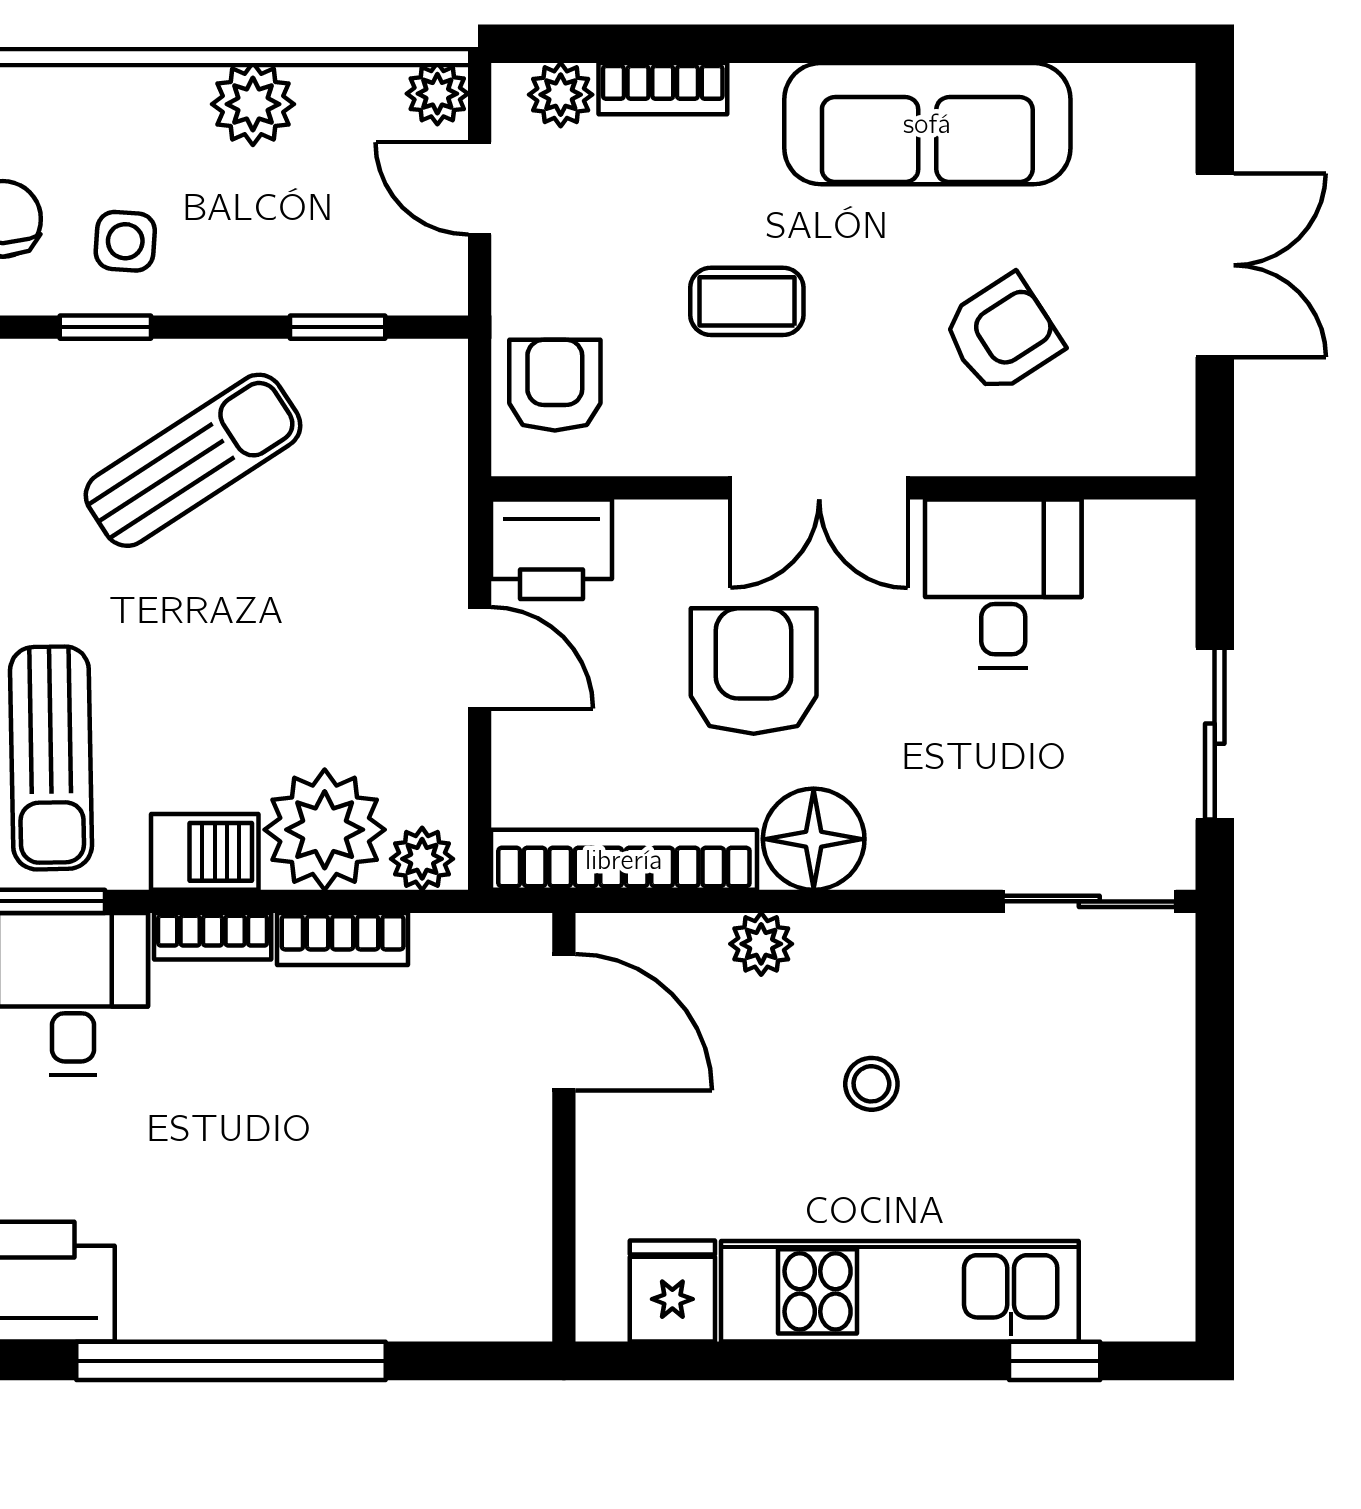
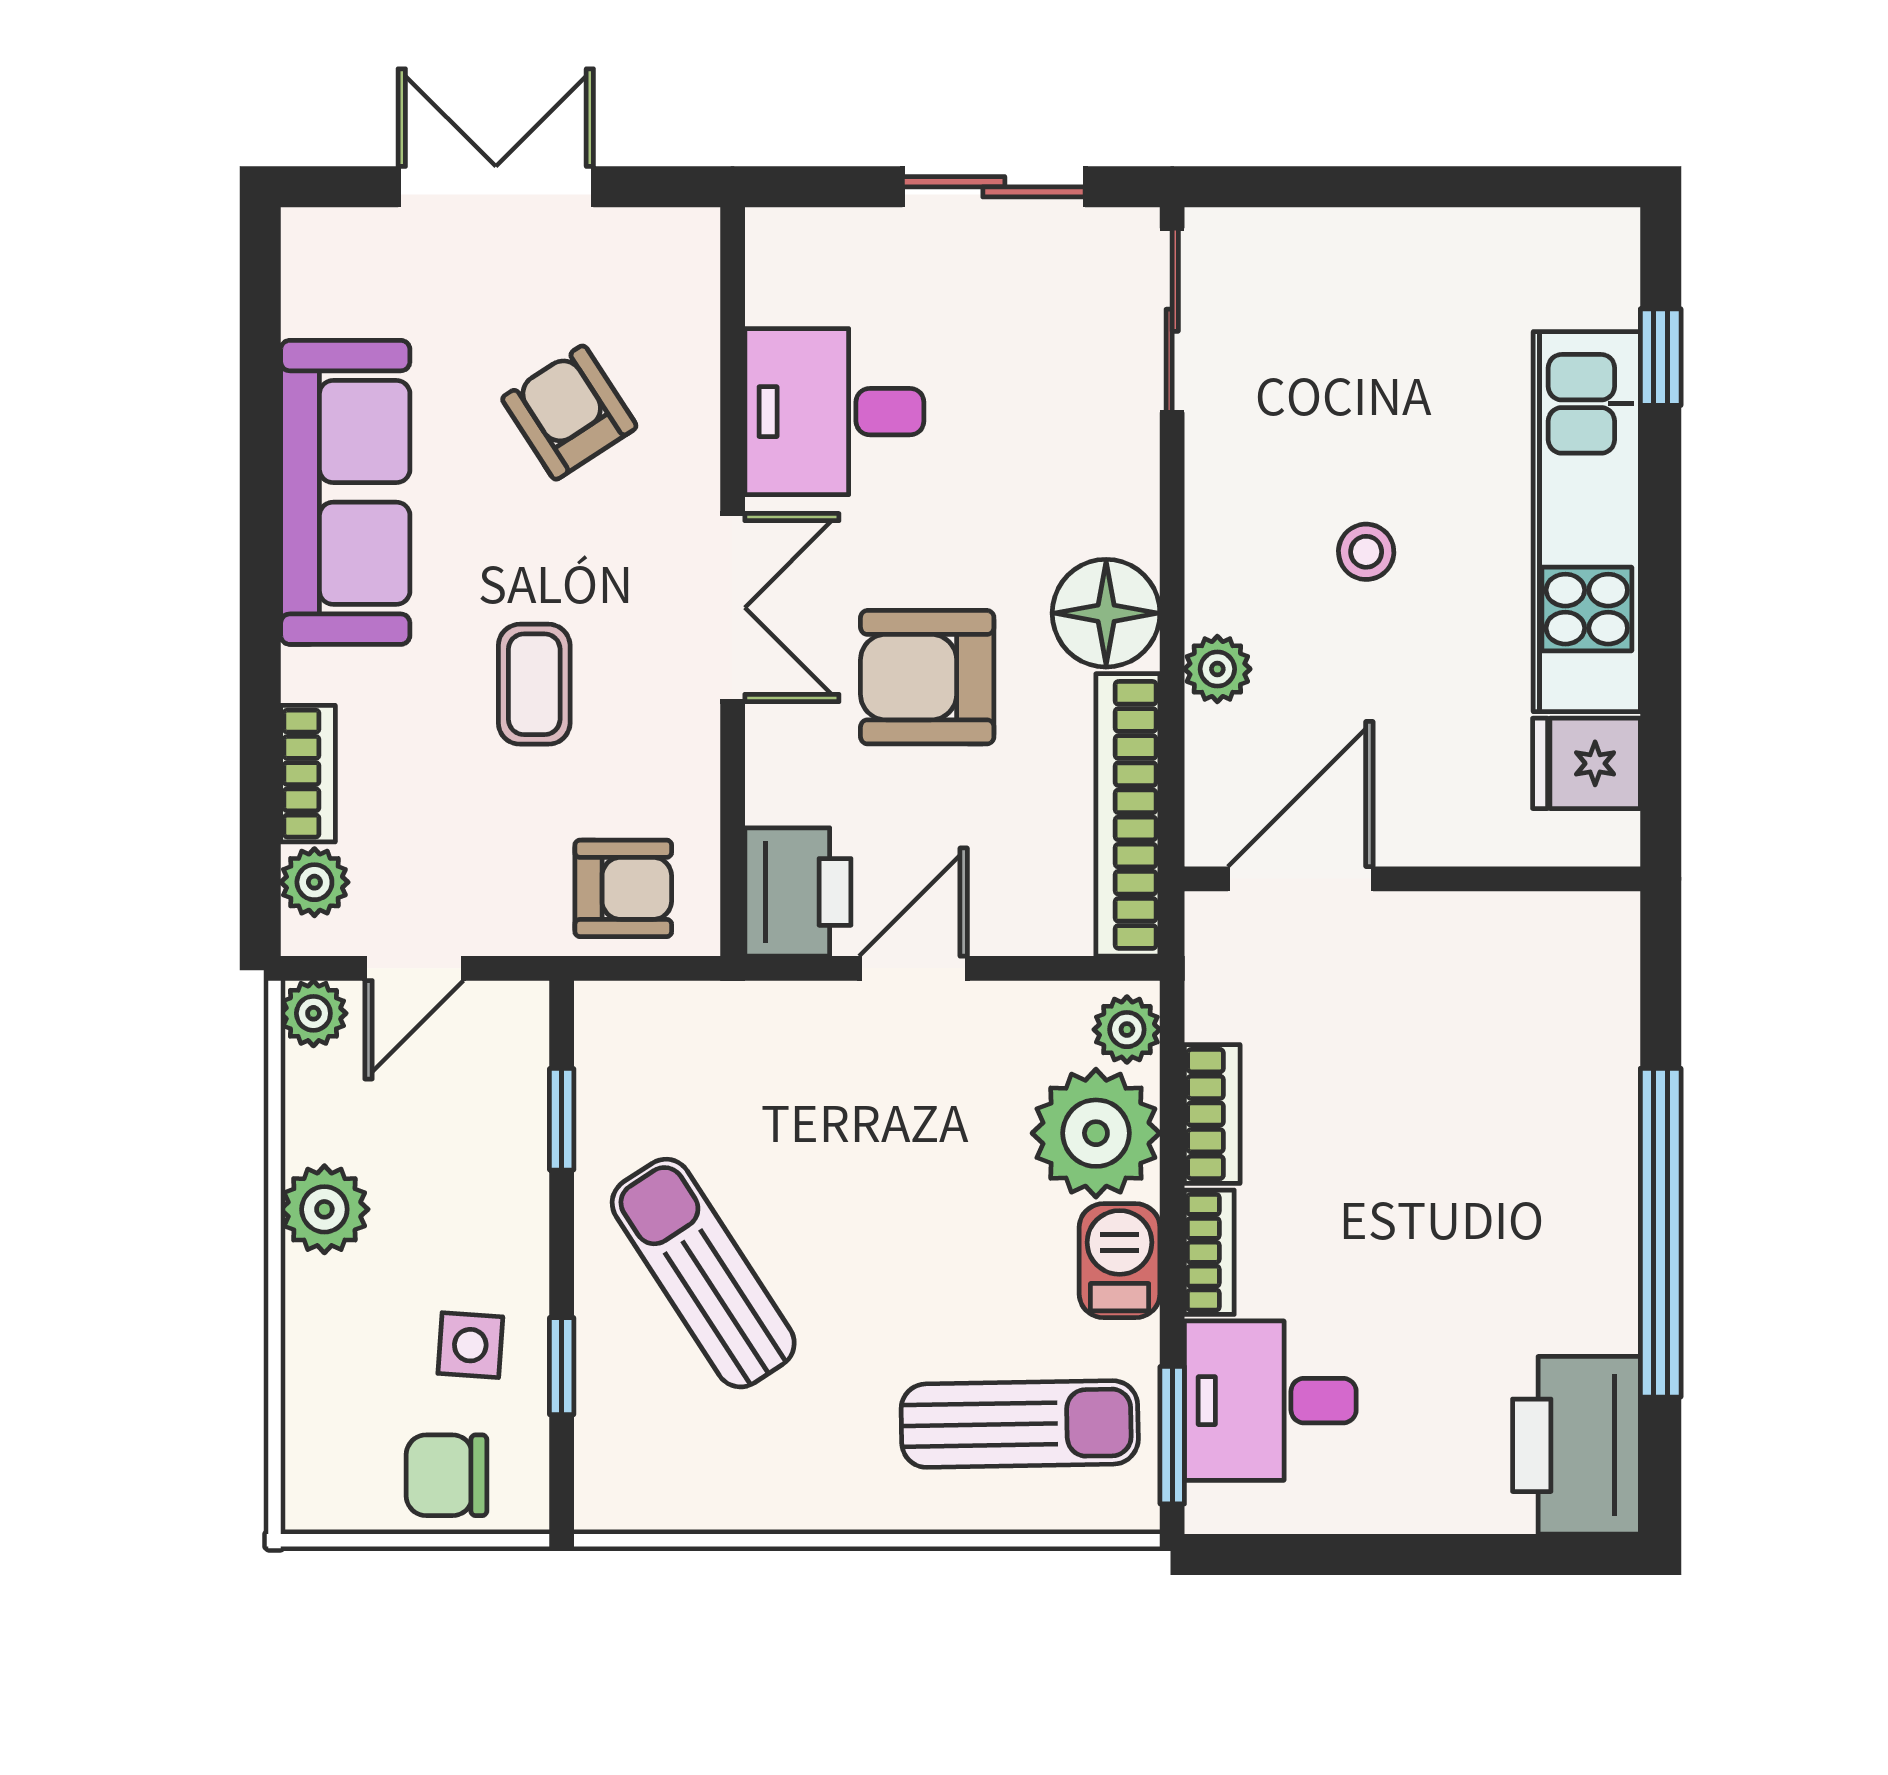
armchair: (555, 385) -> (623, 888), turned 180

